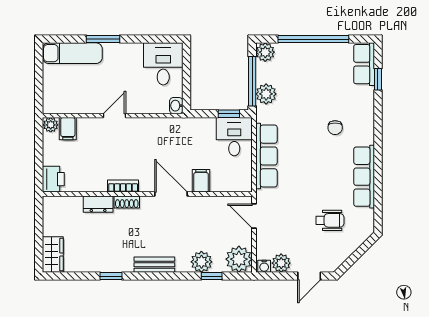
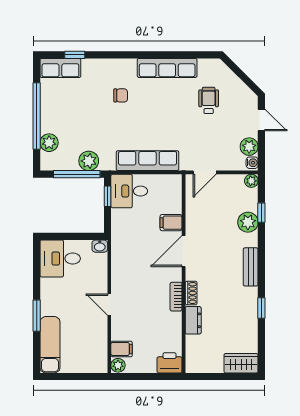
plant: (265, 52) -> (49, 143), moved
plant: (239, 259) -> (251, 181), width x0.53, depth x0.53

